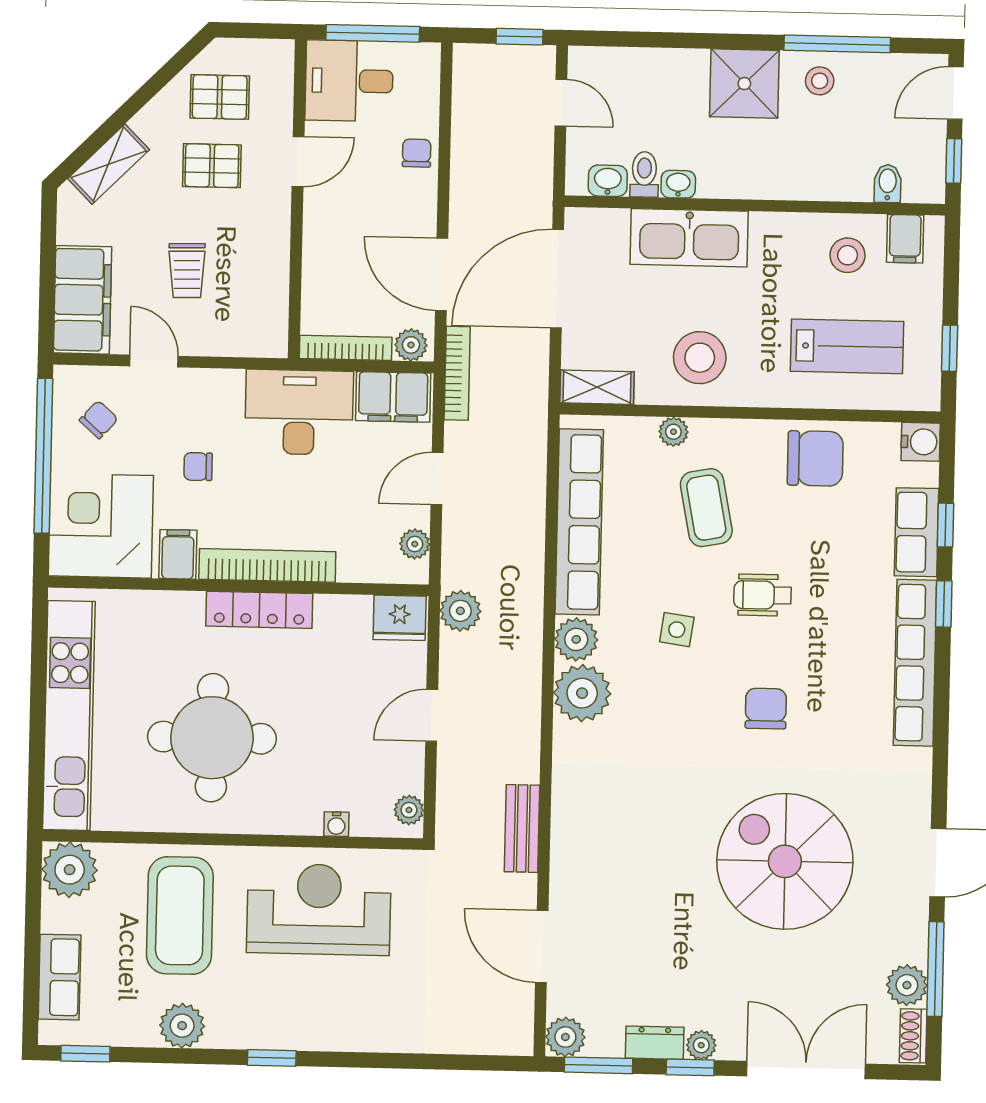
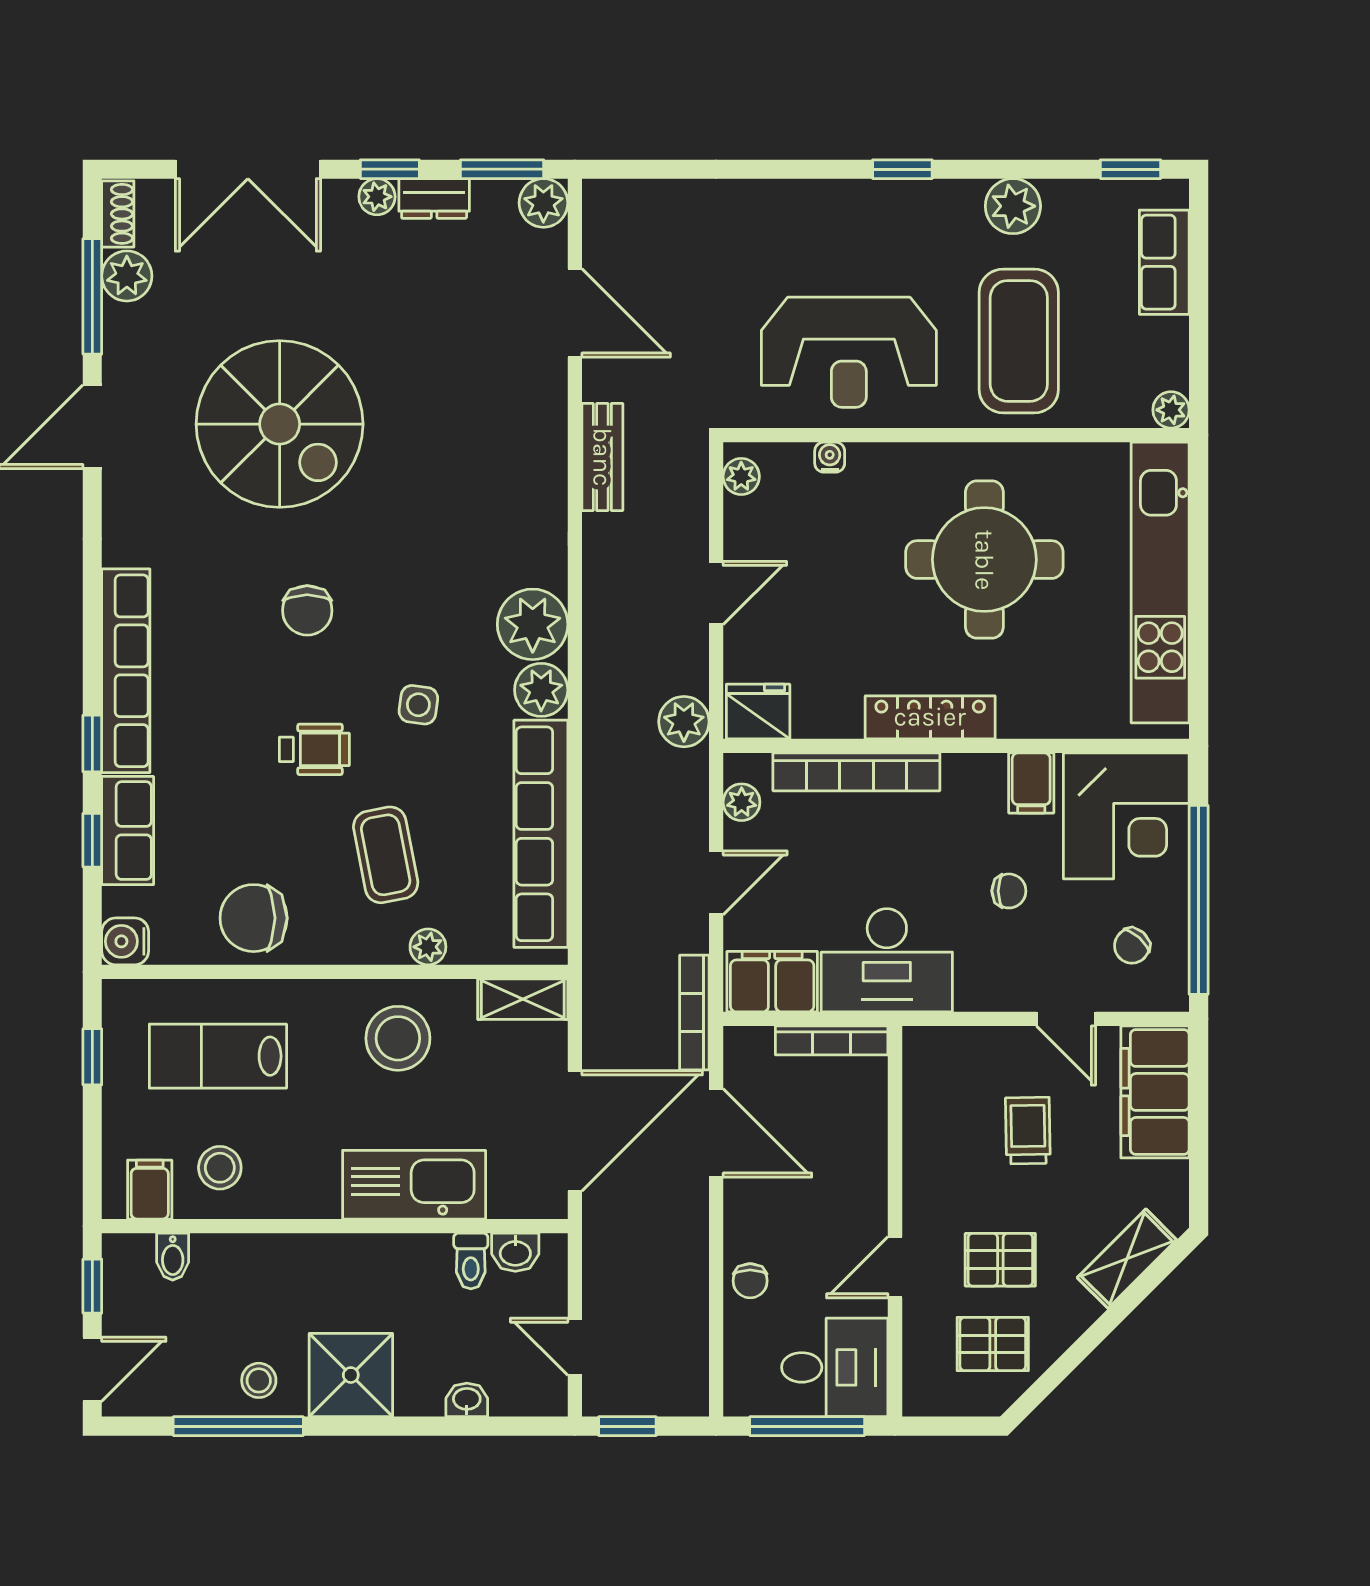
washbasin: (678, 184) -> (467, 1400), moved, turned 180
plant: (411, 345) -> (752, 1046), removed
bookcase: (267, 565) -> (856, 772), moved
plant: (70, 870) -> (1171, 410), width x0.53, depth x0.53

